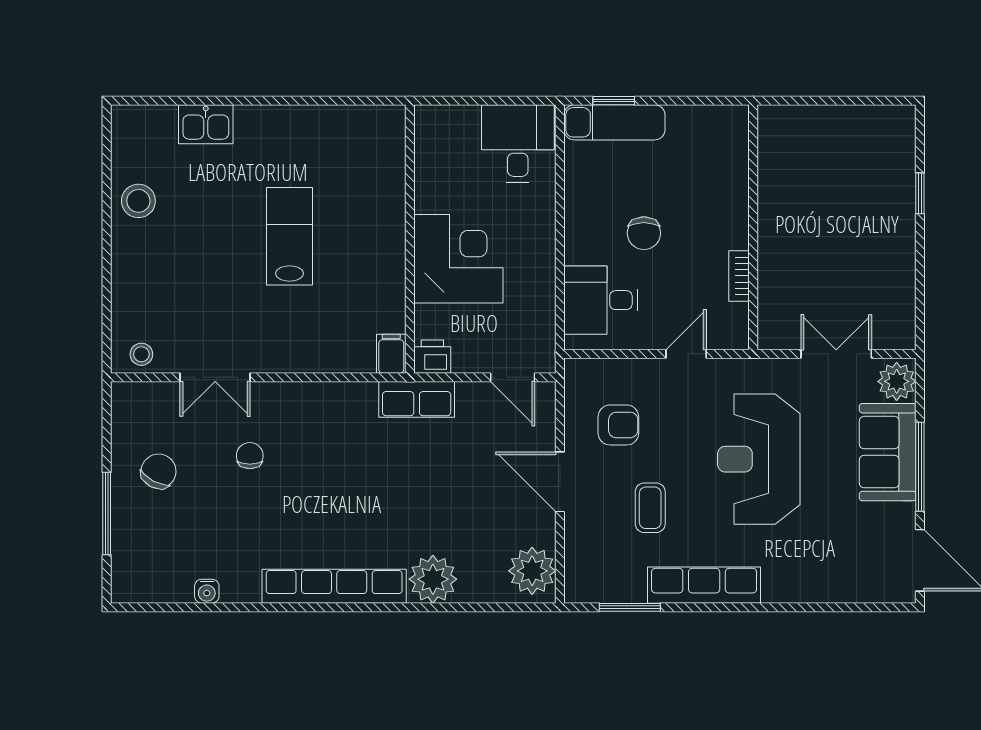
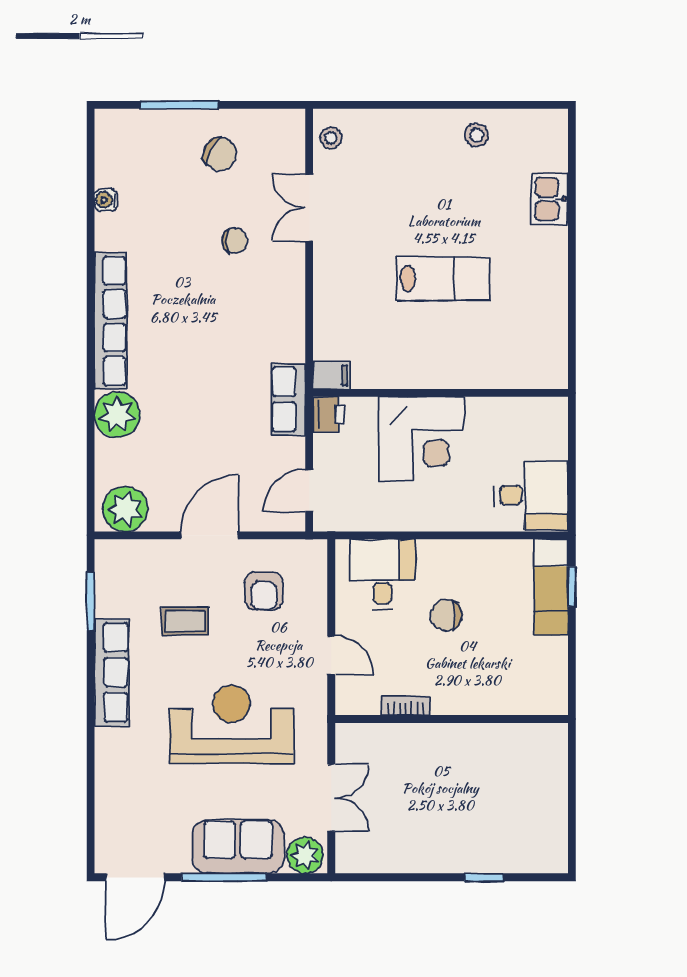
stool: (138, 201) -> (477, 135), width x0.73, depth x0.73

